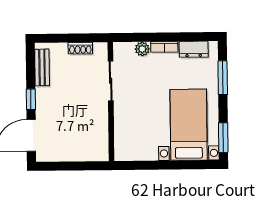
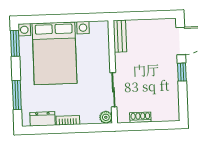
plant: (142, 49) -> (106, 117), moved
bench: (42, 67) -> (120, 36), moved
bed with nightstands: (189, 125) -> (55, 53), width x1.36

